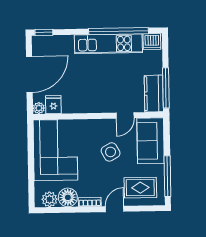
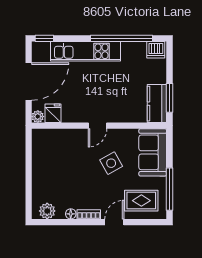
kitchen unit: (108, 44) -> (85, 51), moved
window: (166, 88) -> (169, 98), width x0.69
door: (125, 115) -> (97, 126), moved
corner sofa: (55, 150) -> (54, 160), removed
floor lamp: (68, 197) -> (71, 214), width x0.53, depth x0.53

